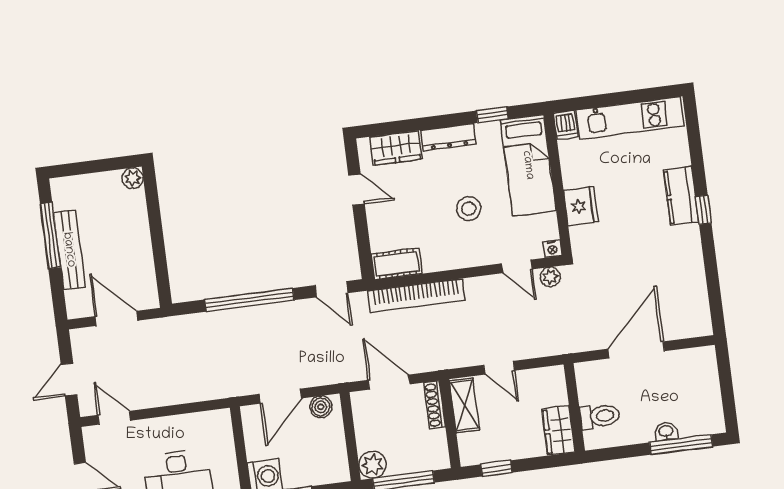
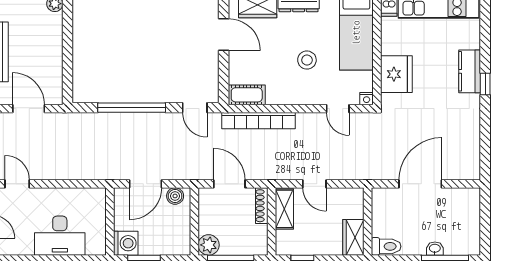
door: (356, 190) -> (224, 35), width x1.38
fridge: (581, 206) -> (396, 74), width x1.36, depth x1.34
plant: (550, 277) -> (362, 120), removed
toilet: (600, 416) -> (386, 246), moved

